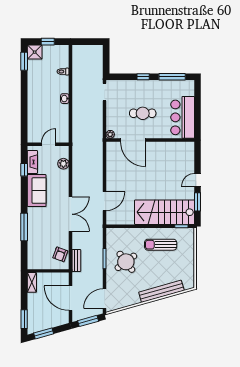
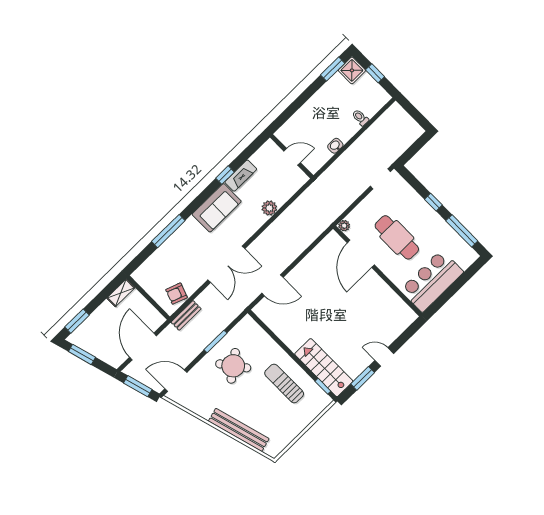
cafe table: (143, 113) -> (397, 237), width x1.37, depth x1.35
wall: (48, 144) -> (292, 156), moved
door: (49, 144) -> (292, 157), moved
stairs: (165, 212) -> (324, 368), width x0.73, depth x0.66

